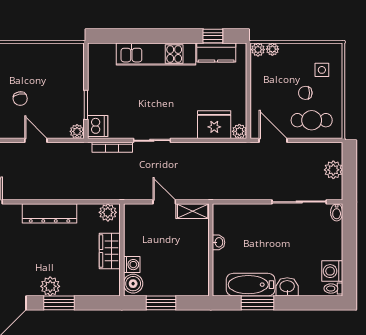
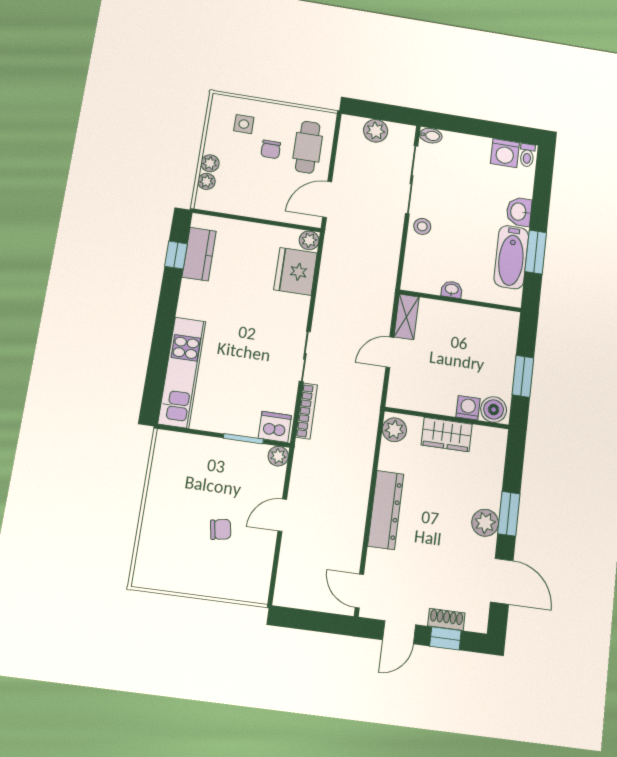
plant: (258, 50) -> (210, 163), moved
kitchen unit: (156, 54) -> (182, 372), moved
stool: (264, 214) -> (422, 226), added

